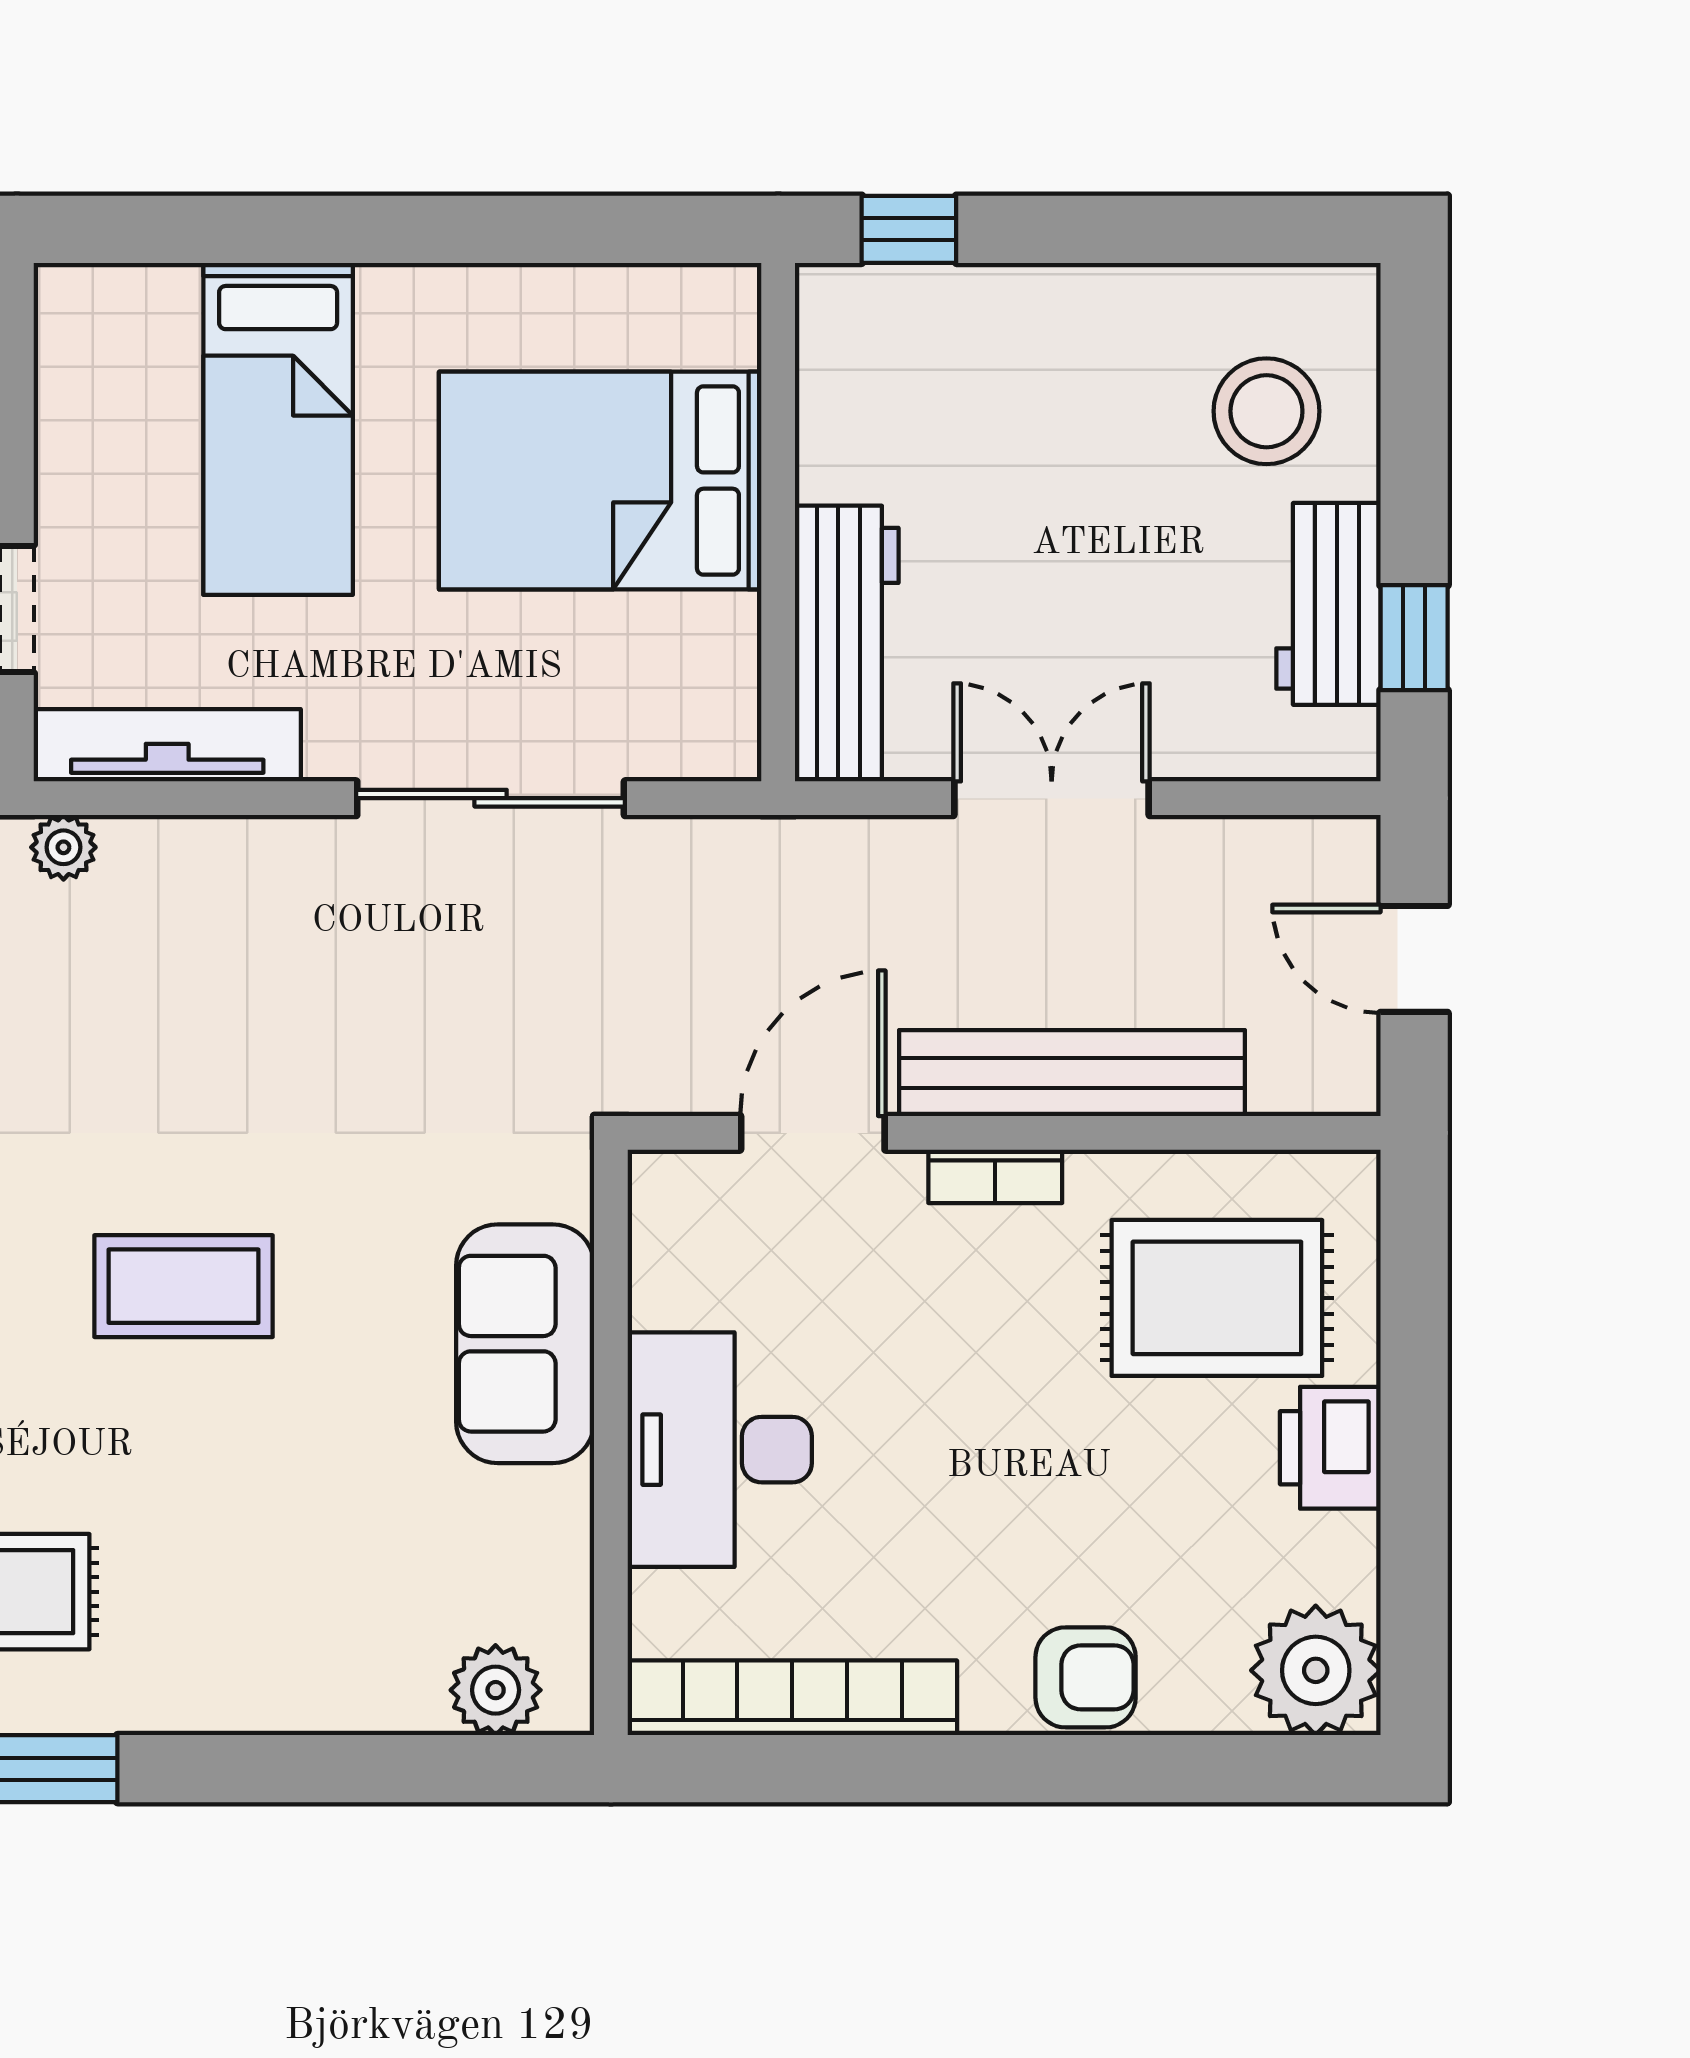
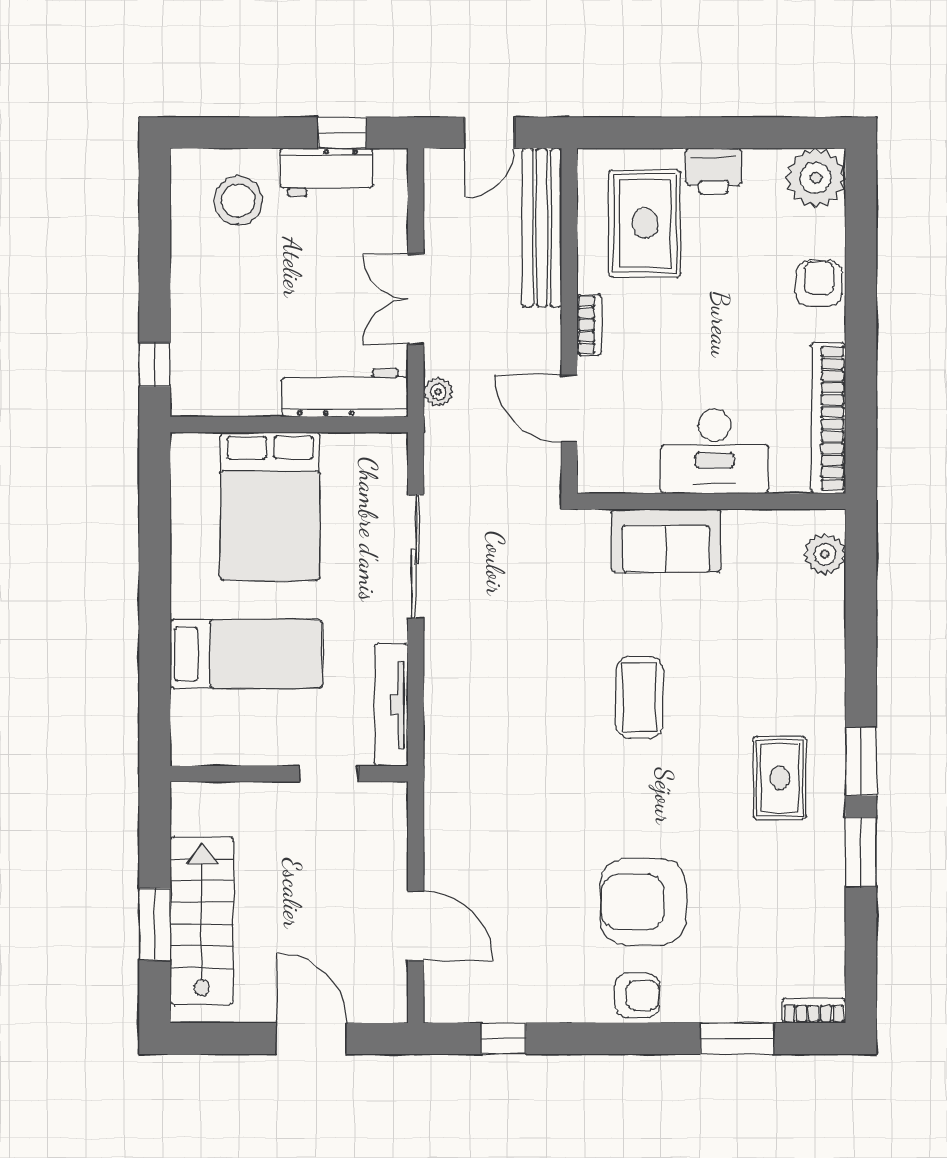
plant: (63, 847) -> (438, 392), moved
bench: (1072, 1073) -> (542, 227), moved

